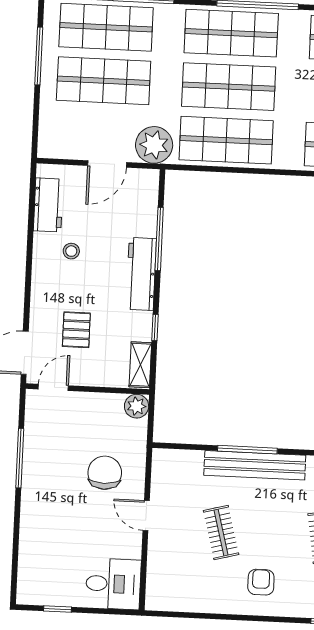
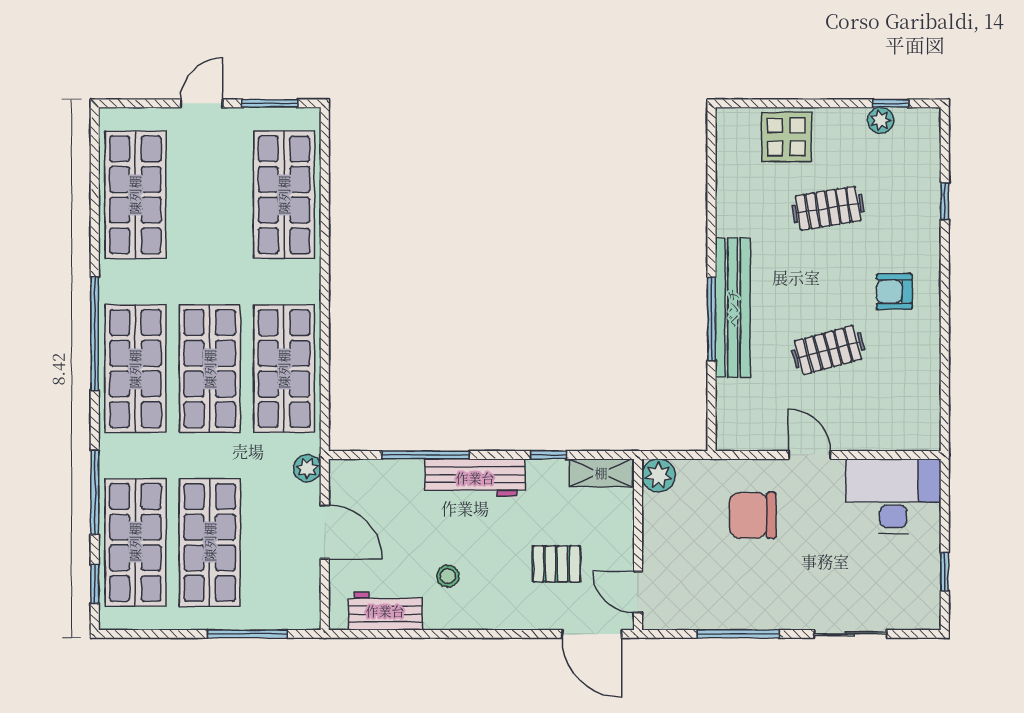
window: (39, 56) -> (247, 634), moved
plant: (154, 145) -> (307, 468), width x0.53, depth x0.53
door: (146, 516) -> (809, 455), swing flipped
sliding door: (16, 539) -> (850, 634), added
desk: (113, 584) -> (893, 496), width x1.37

